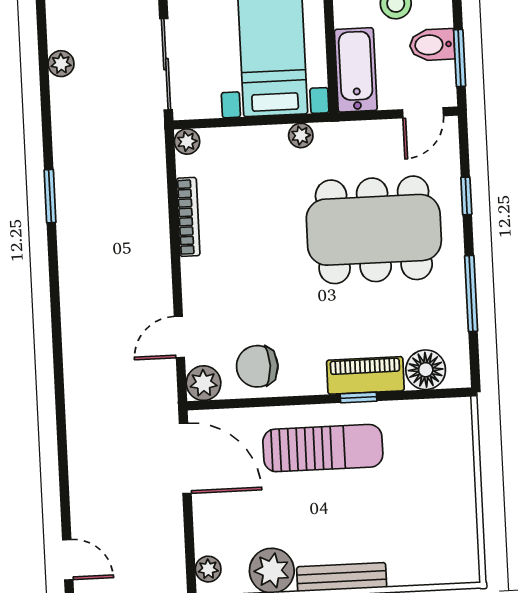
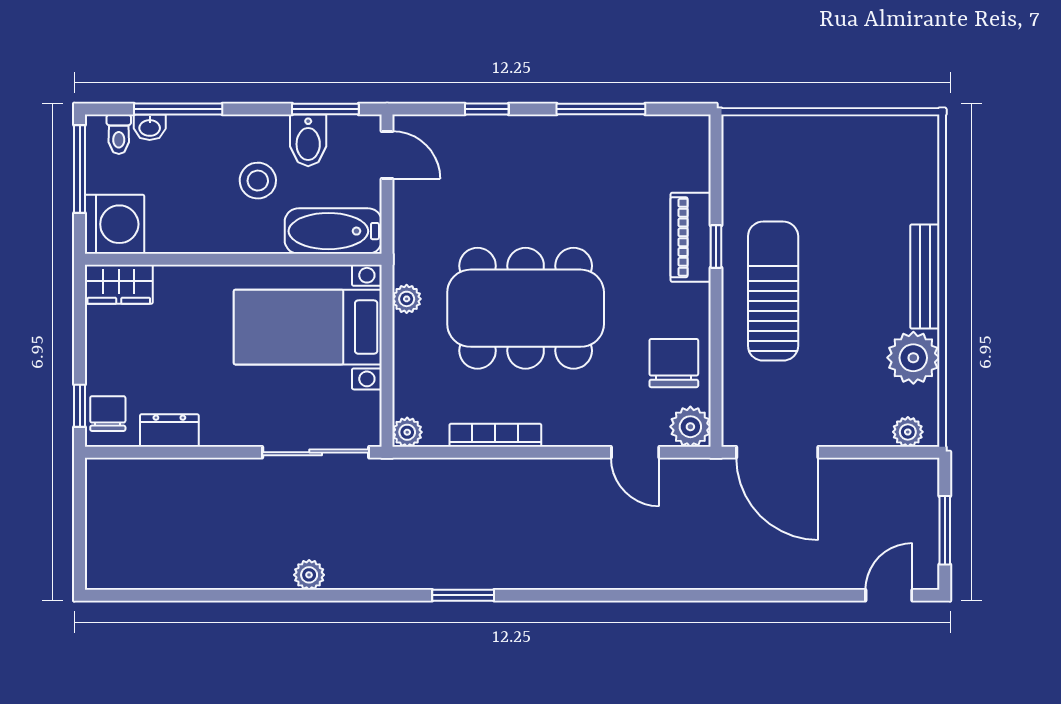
dining table: (374, 230) -> (526, 308), moved, turned 90
chair: (257, 366) -> (674, 363), turned 180
floor lamp: (426, 370) -> (687, 167), removed
door: (185, 458) -> (777, 452), swing flipped

